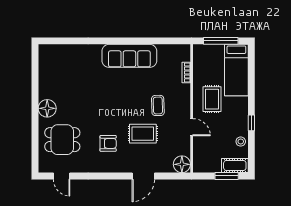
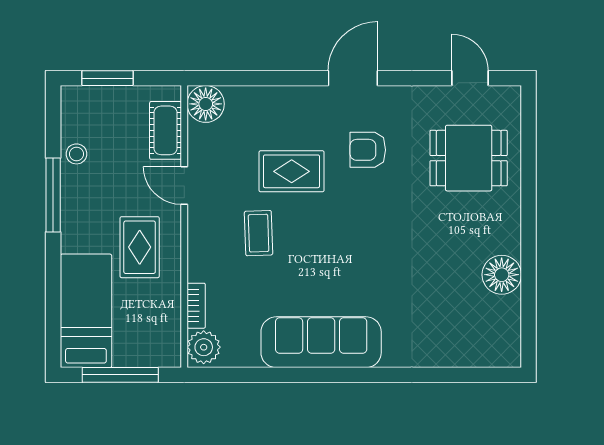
plant: (183, 54) -> (204, 347), added
floor lamp: (47, 108) -> (502, 275), moved
window: (251, 123) -> (53, 195), width x2.17
cot: (235, 166) -> (166, 130), moved, turned 90
door: (143, 176) -> (353, 78), moved

